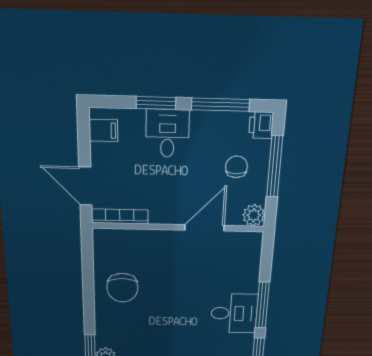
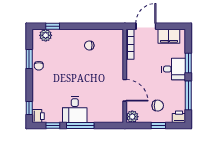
filing cabinet: (103, 130) -> (169, 36), width x2.00
window: (275, 167) -> (158, 126), width x0.46
chair: (122, 288) -> (89, 45), width x0.54, depth x0.54

